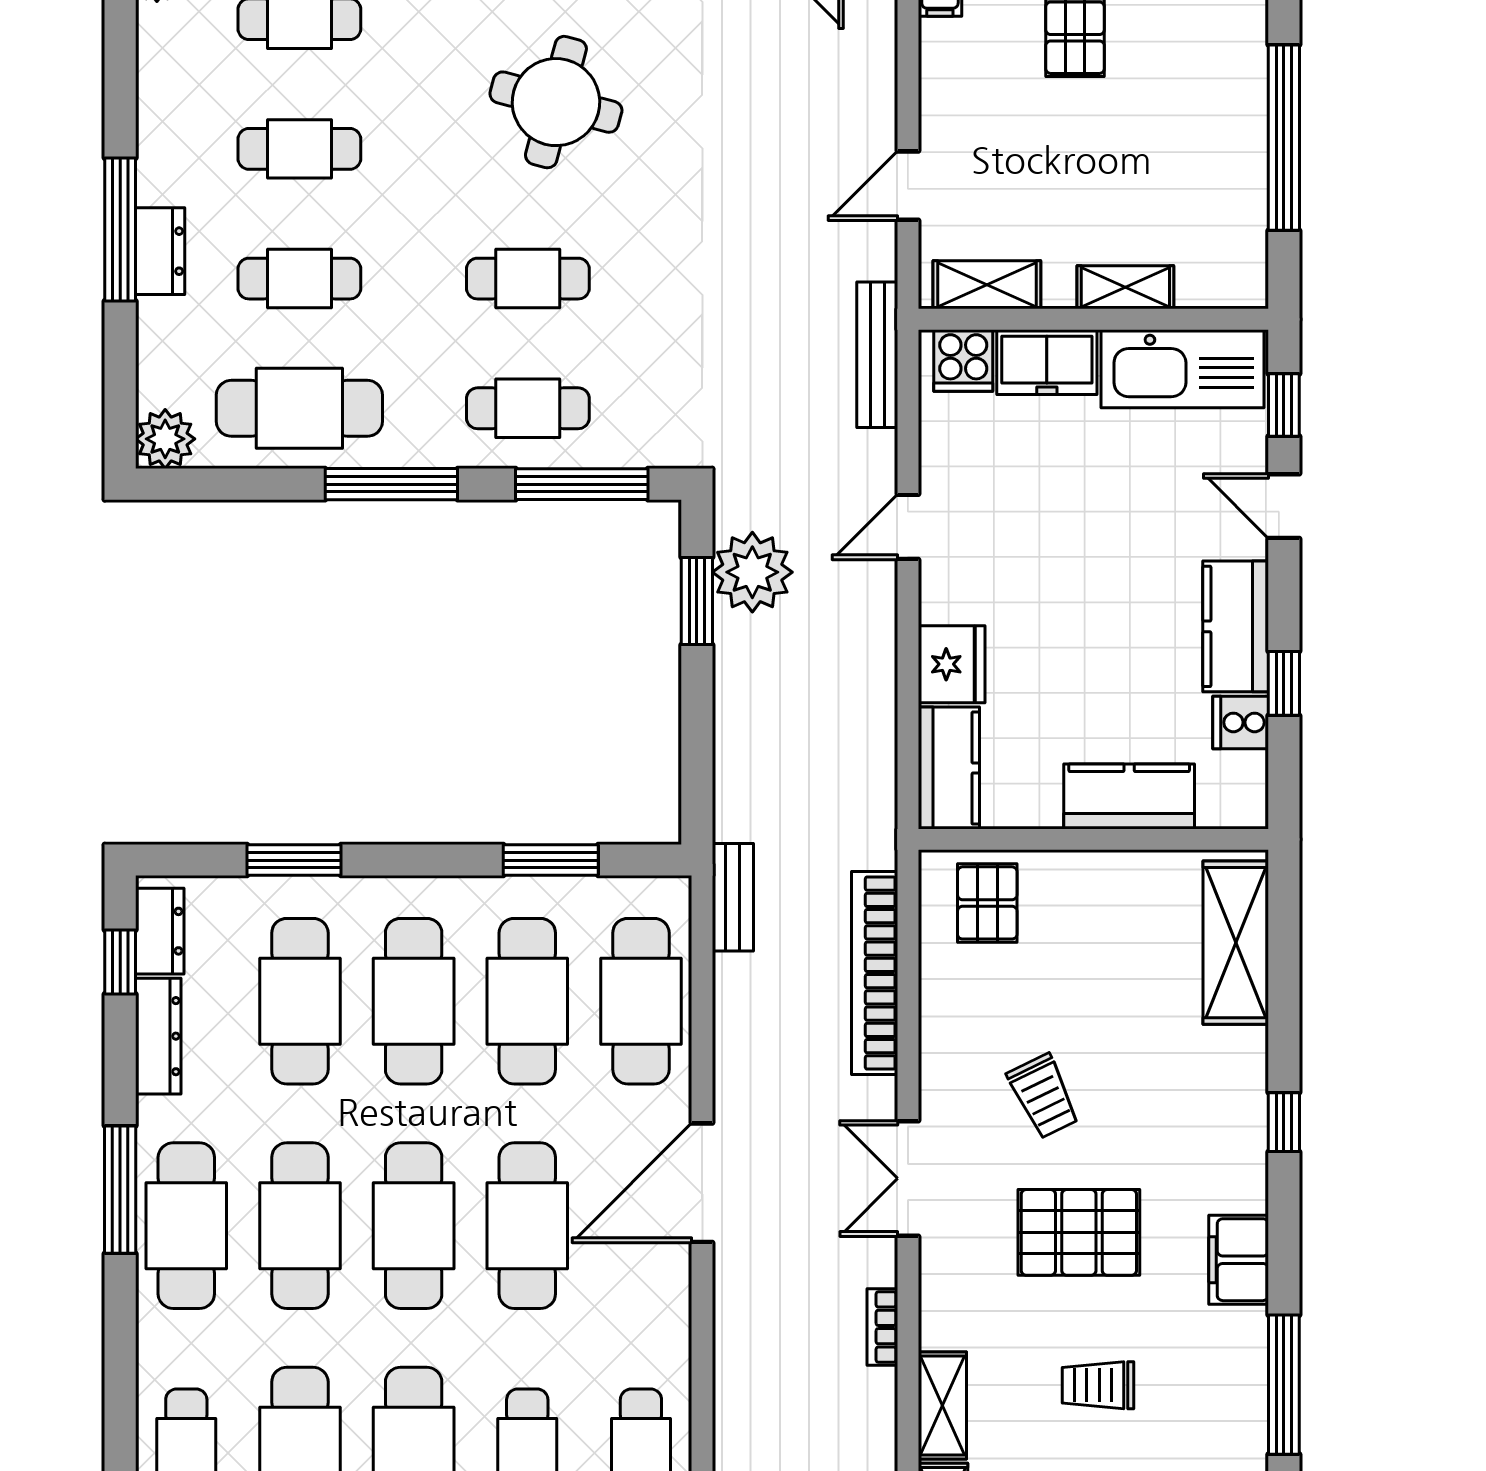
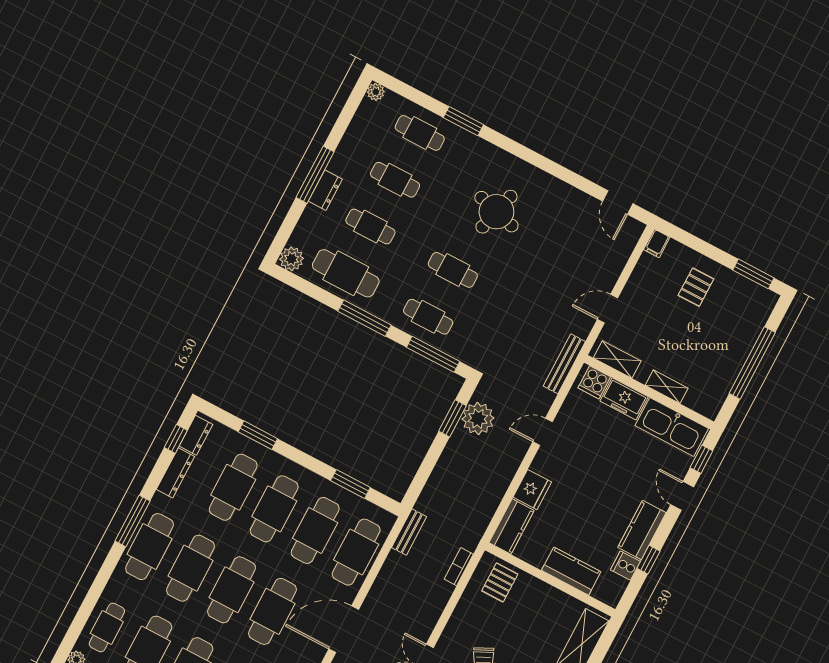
bookcase: (875, 973) -> (459, 567), width x0.43, depth x0.76

